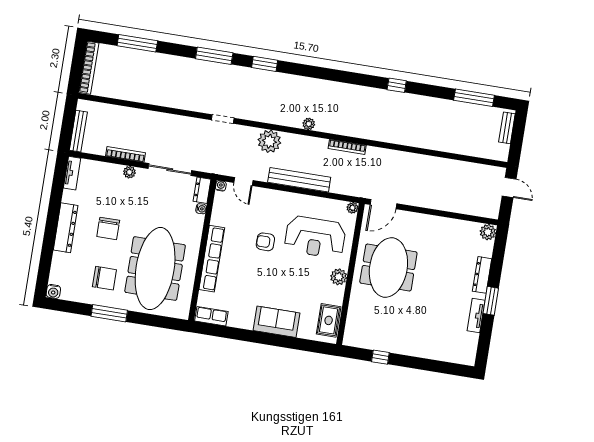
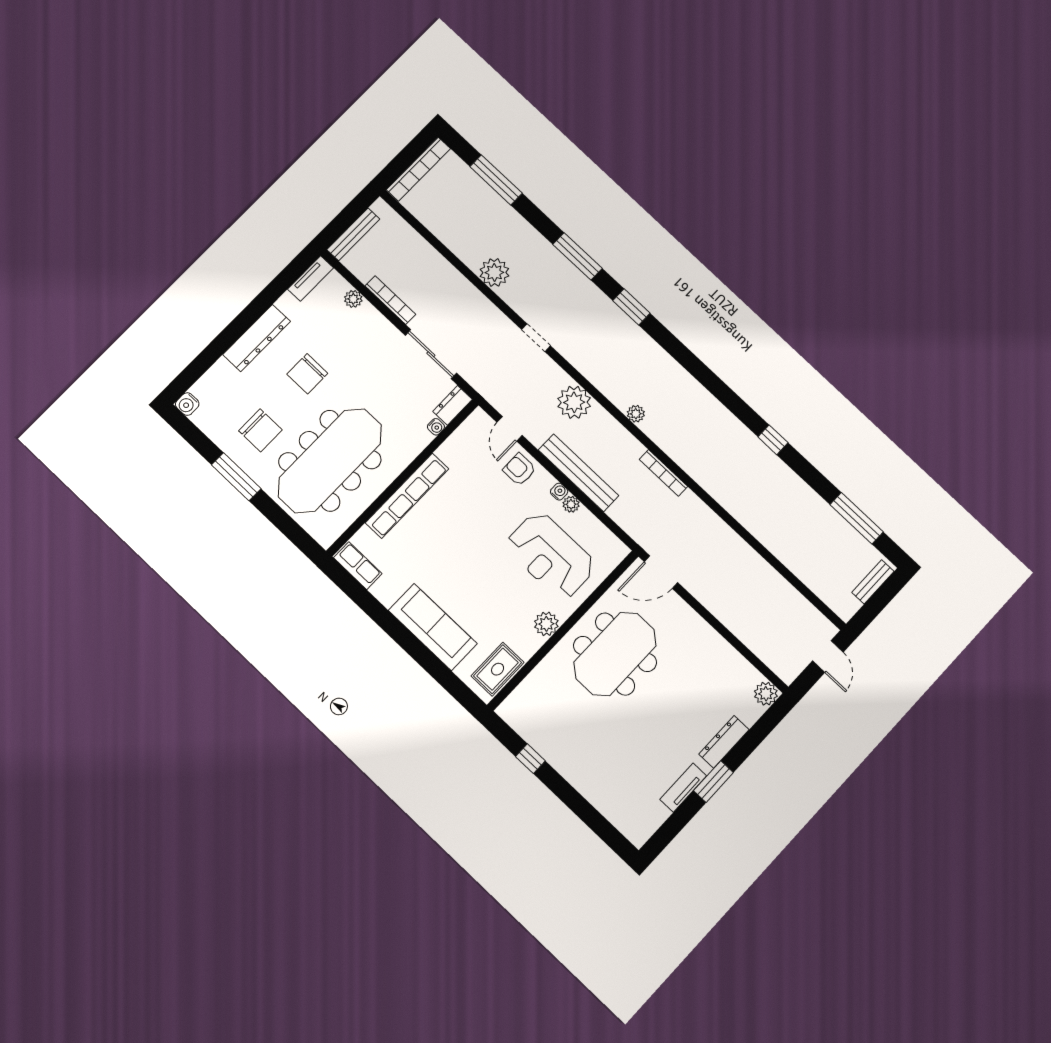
plant: (173, 98) -> (494, 273), added
plant: (129, 172) -> (353, 299), moved
water cooler: (221, 186) -> (559, 492), moved
plant: (352, 208) -> (571, 504), moved
armchair: (265, 242) -> (519, 470), moved
sofa: (277, 322) -> (433, 627), width x1.36

